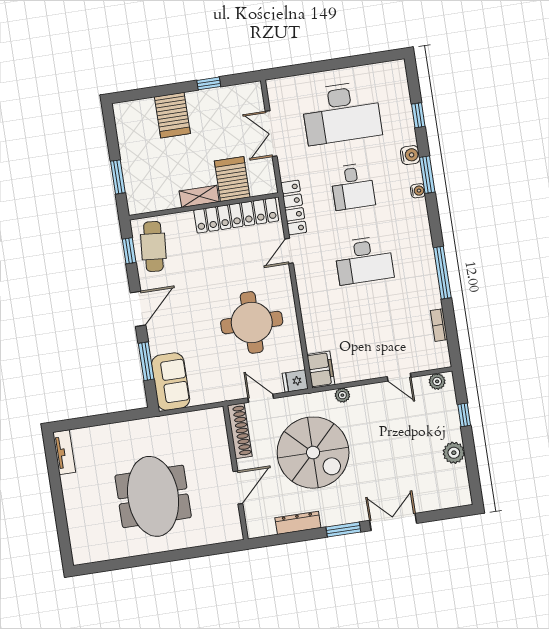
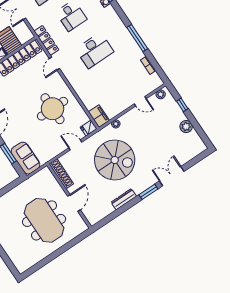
shoe rack: (240, 431) -> (61, 174), moved
wall: (236, 473) -> (69, 196), moved
door: (238, 487) -> (74, 203), moved

